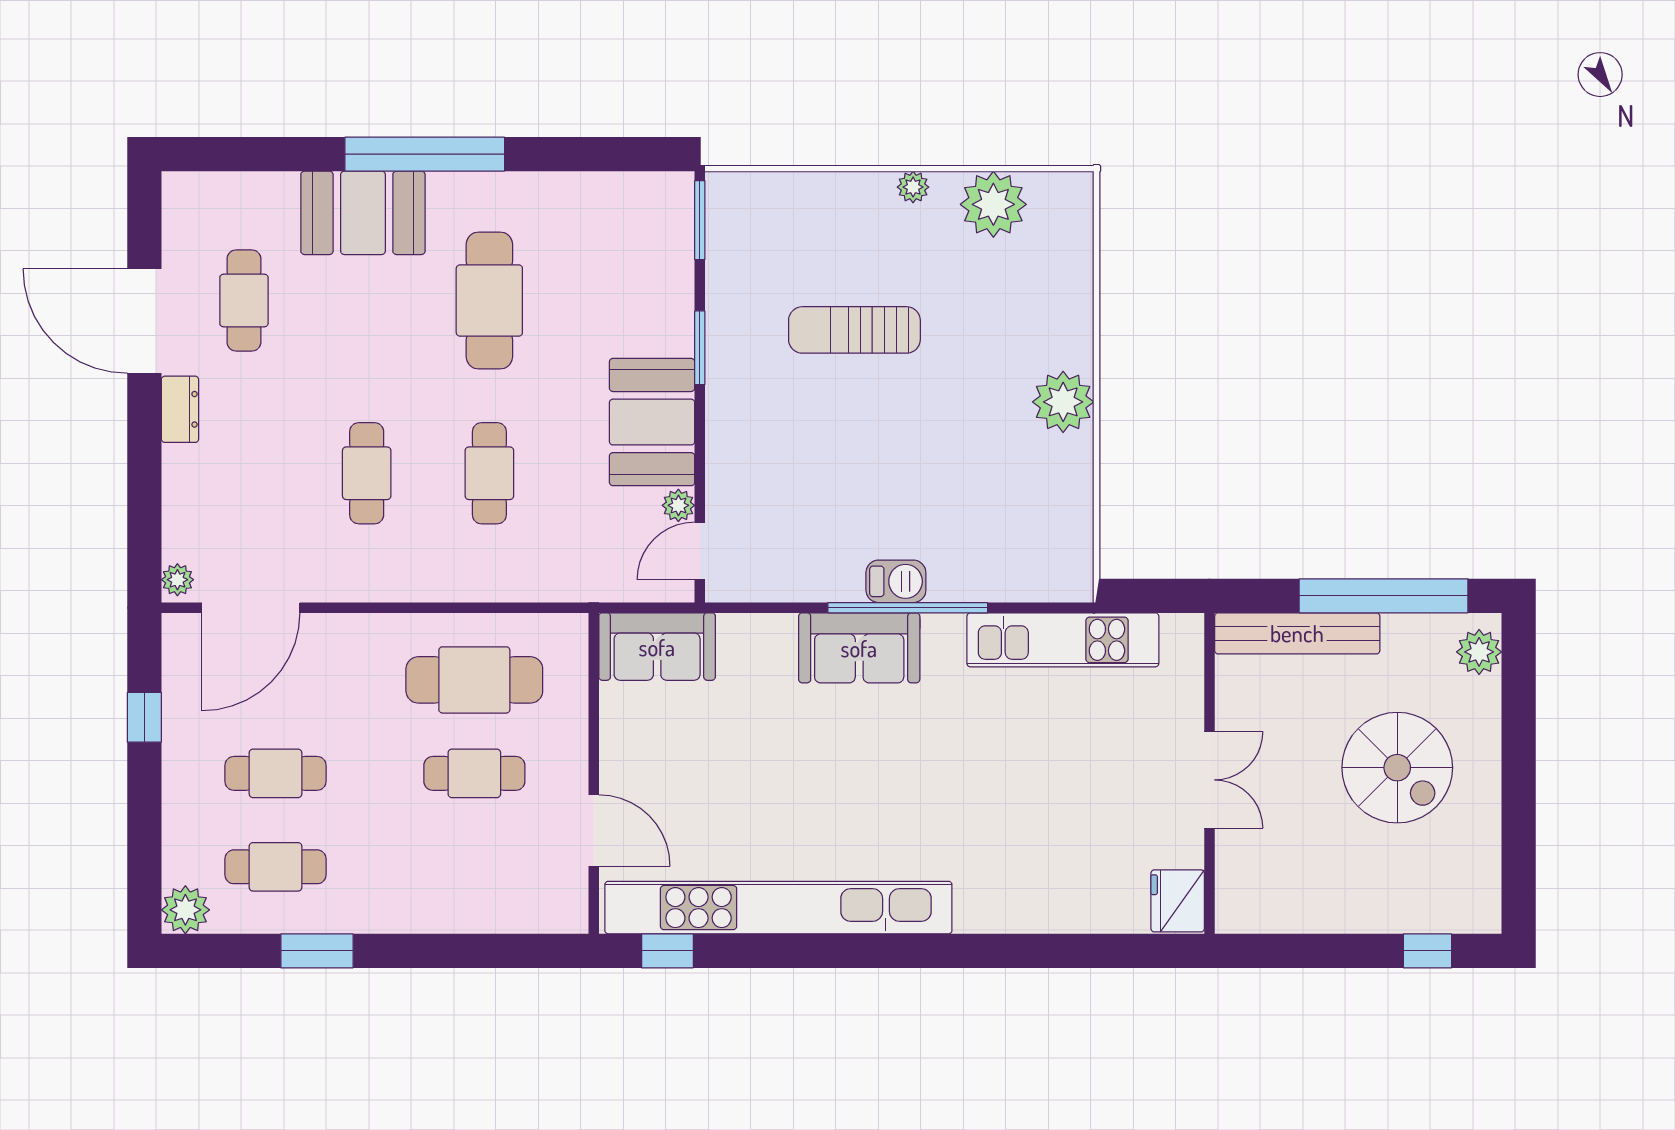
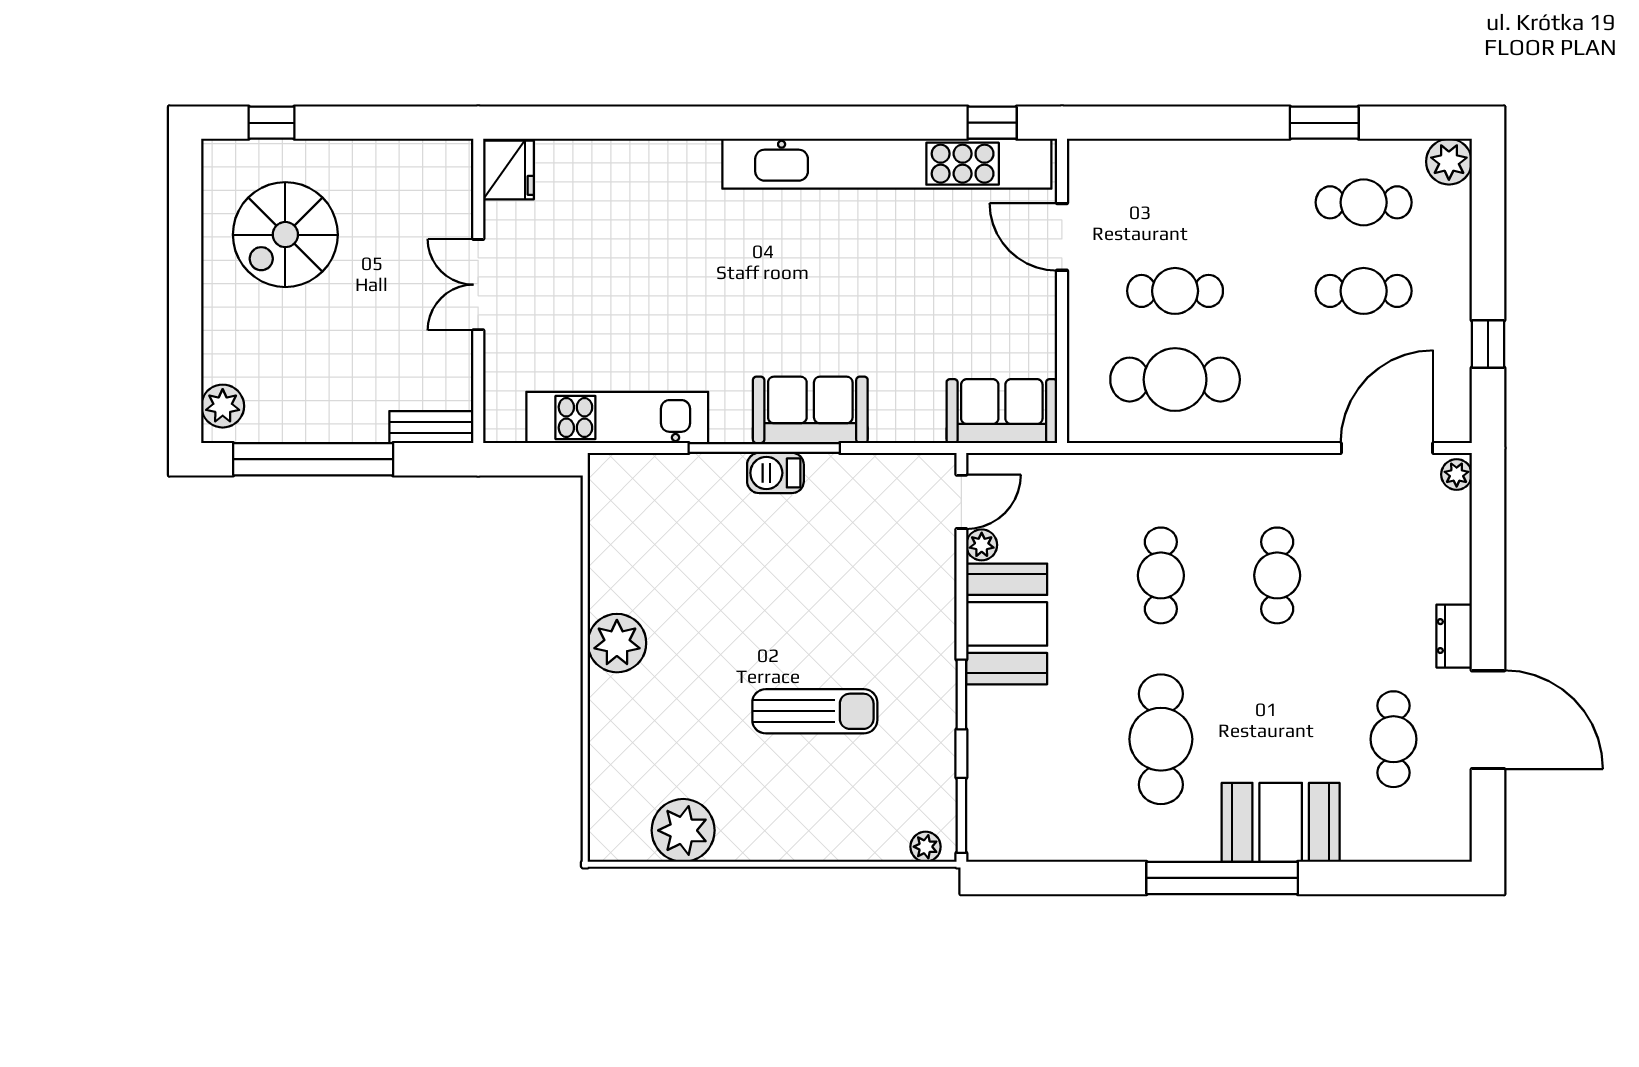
plant: (913, 187) -> (926, 847), moved
bench: (1297, 633) -> (431, 427), width x0.54, depth x0.82
spiral stairs: (1397, 768) -> (285, 235), moved, turned -90

